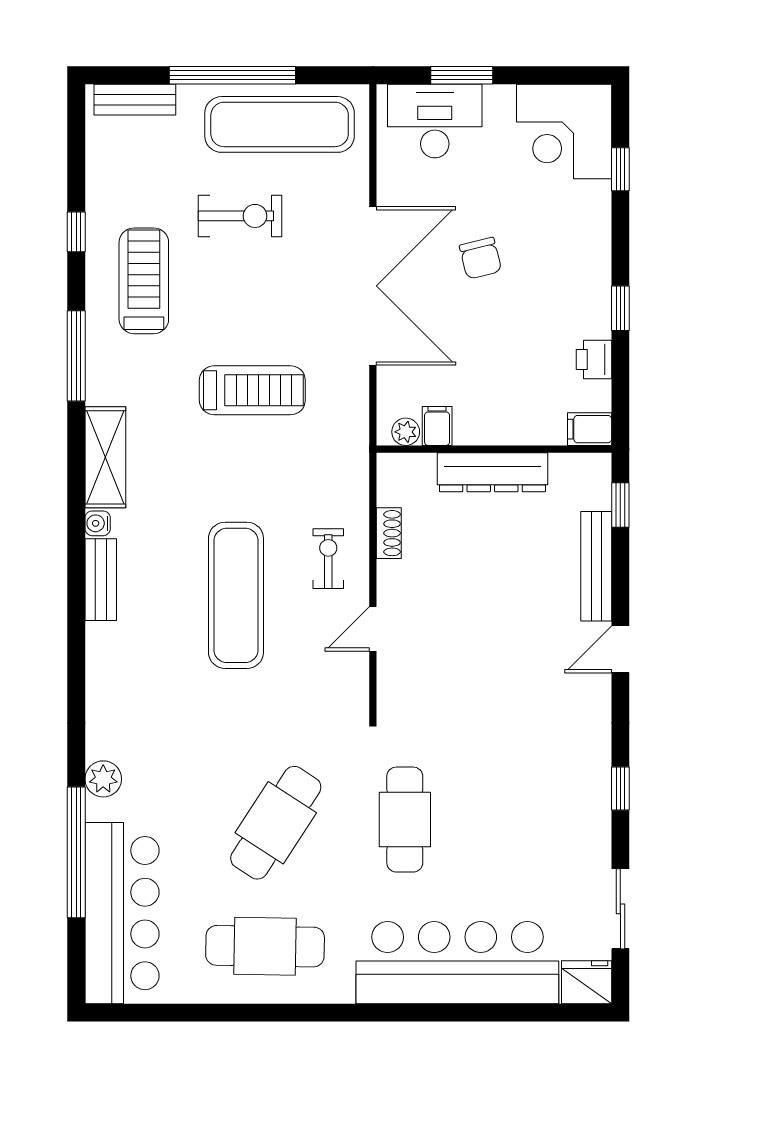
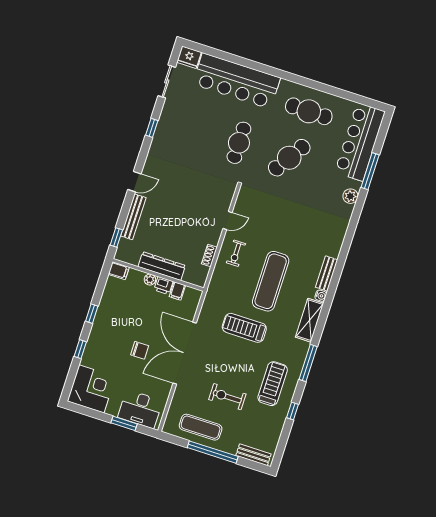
exercise mat: (280, 124) -> (201, 427), width x0.73, depth x0.69
window: (620, 169) -> (80, 349), moved
chair: (481, 258) -> (140, 350), turned 104
treadmill: (144, 281) -> (273, 384), turned 180
printer: (594, 359) -> (163, 286), moved, turned 90
plant: (406, 432) -> (150, 280), moved
exercise mat: (236, 595) -> (271, 281), moved
window: (76, 852) -> (370, 171), width x0.68

